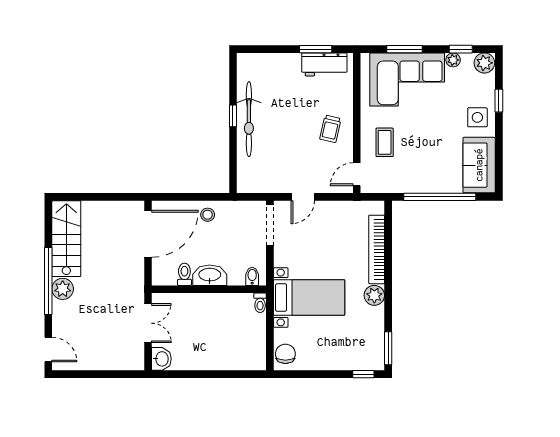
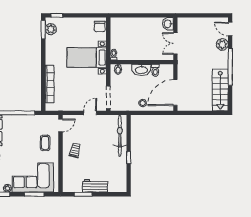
workbench: (324, 64) -> (95, 186), moved
bicycle: (249, 119) -> (120, 136), moved
plant: (63, 289) -> (222, 44), moved
plant: (374, 295) -> (51, 29), moved

